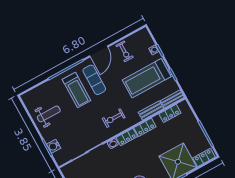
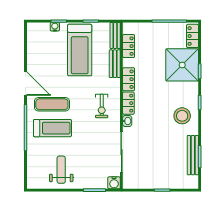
exercise bike: (124, 51) -> (40, 58), removed
water cooler: (54, 146) -> (114, 183), moved

